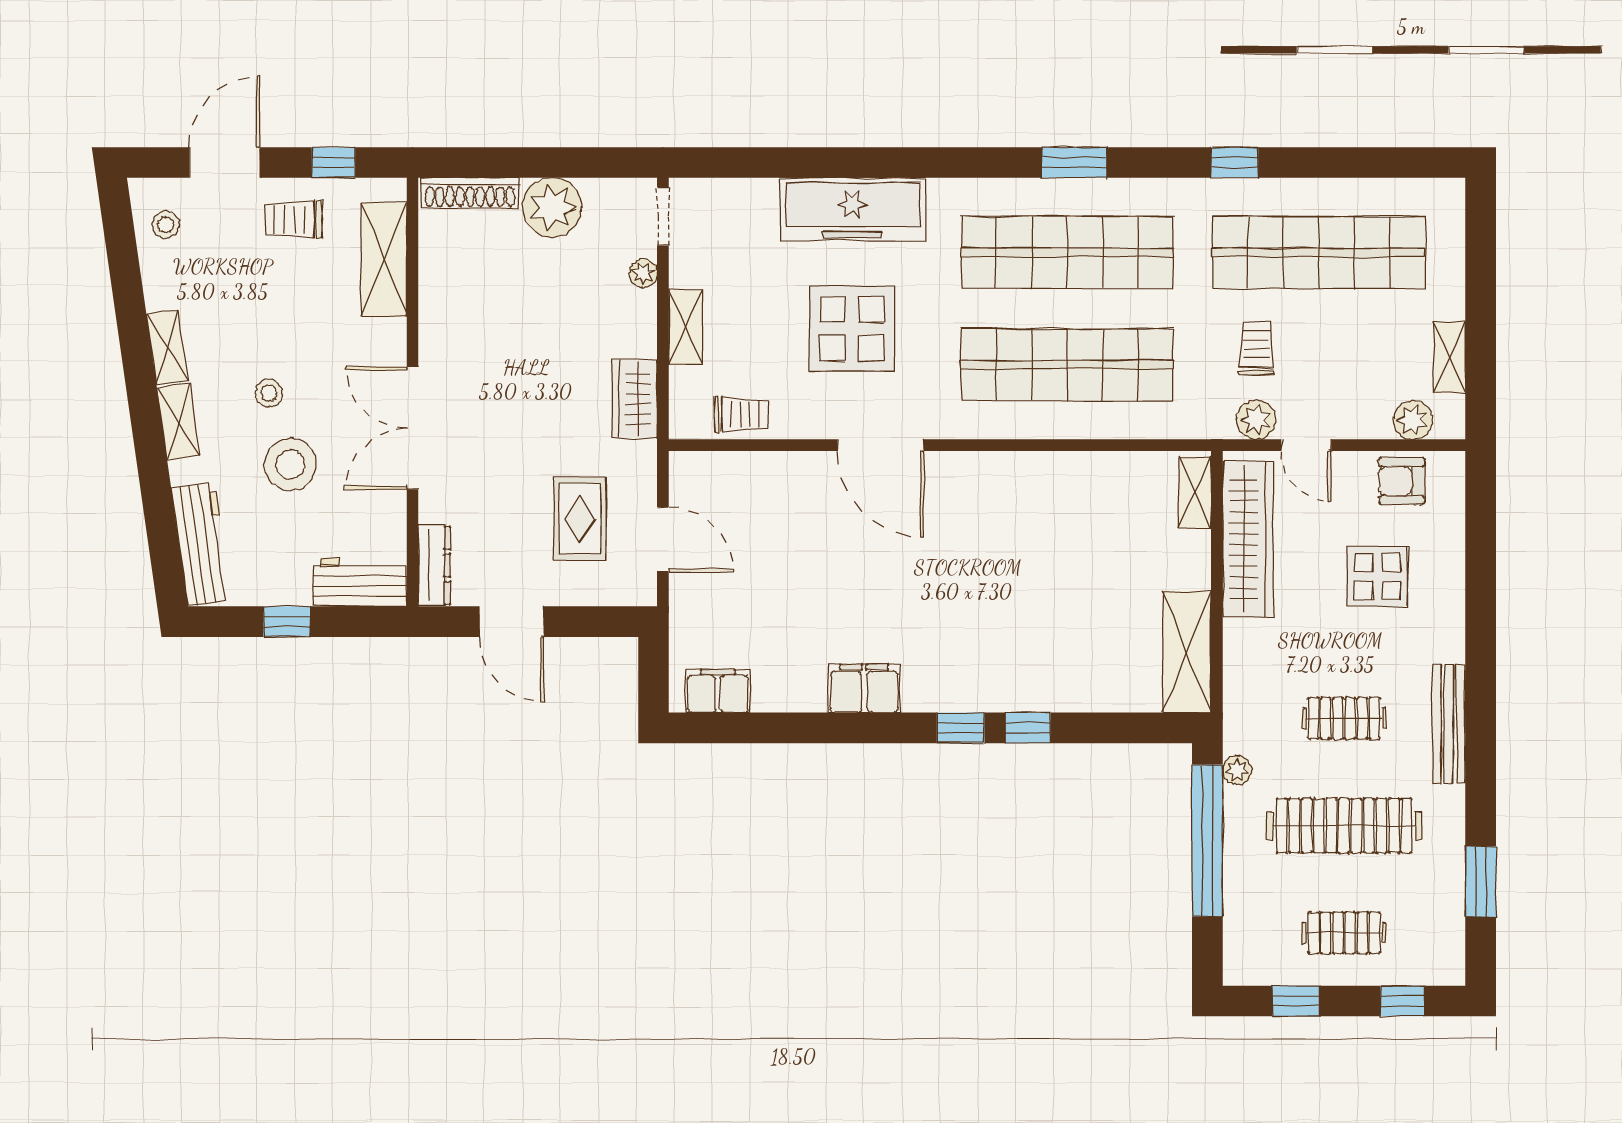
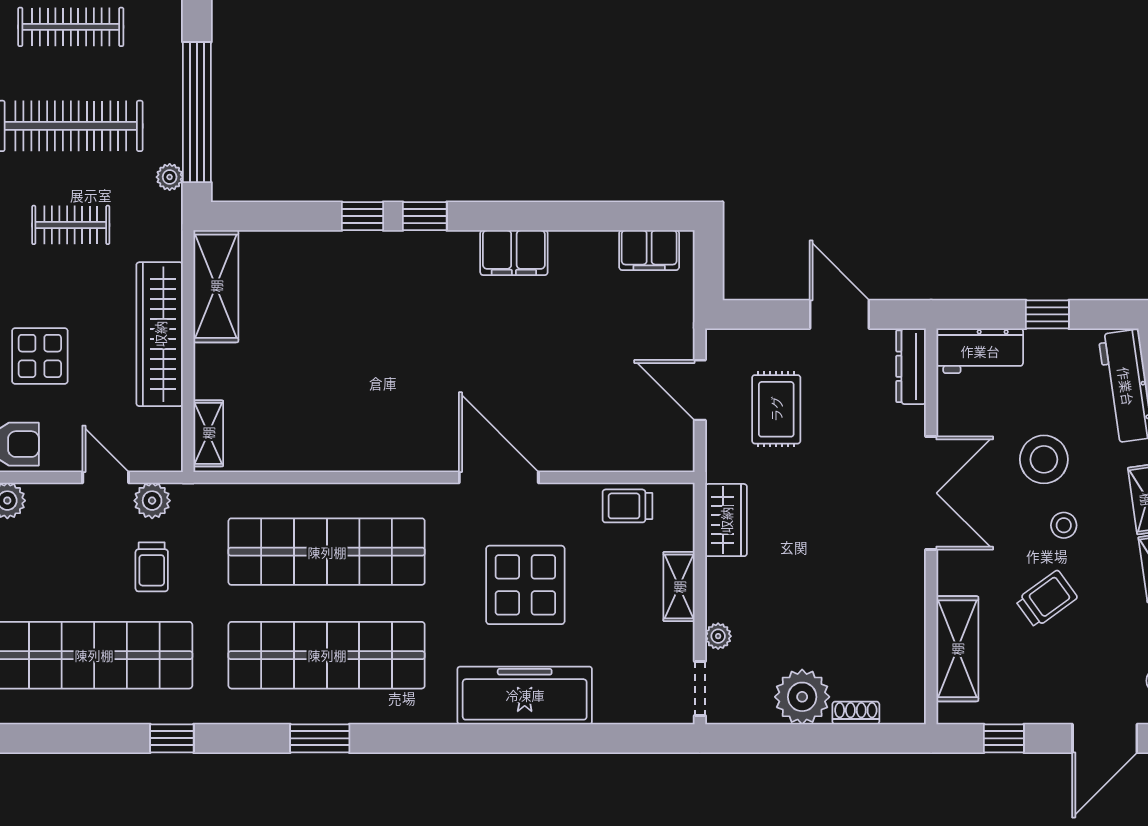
shoe rack: (470, 193) -> (856, 713), width x0.51, depth x0.81
trolley: (294, 219) -> (1046, 599), moved, turned -36
wardrobe: (1248, 539) -> (160, 334), moved
clothes rail: (1344, 933) -> (71, 27), width x1.36

